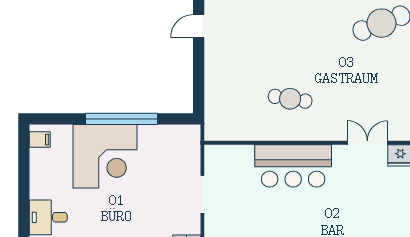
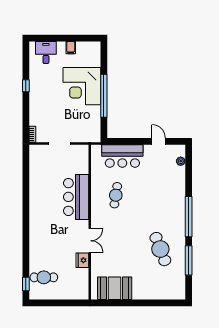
bar counter: (224, 88) -> (122, 156), added
filing cabinet: (40, 140) -> (71, 48), moved

